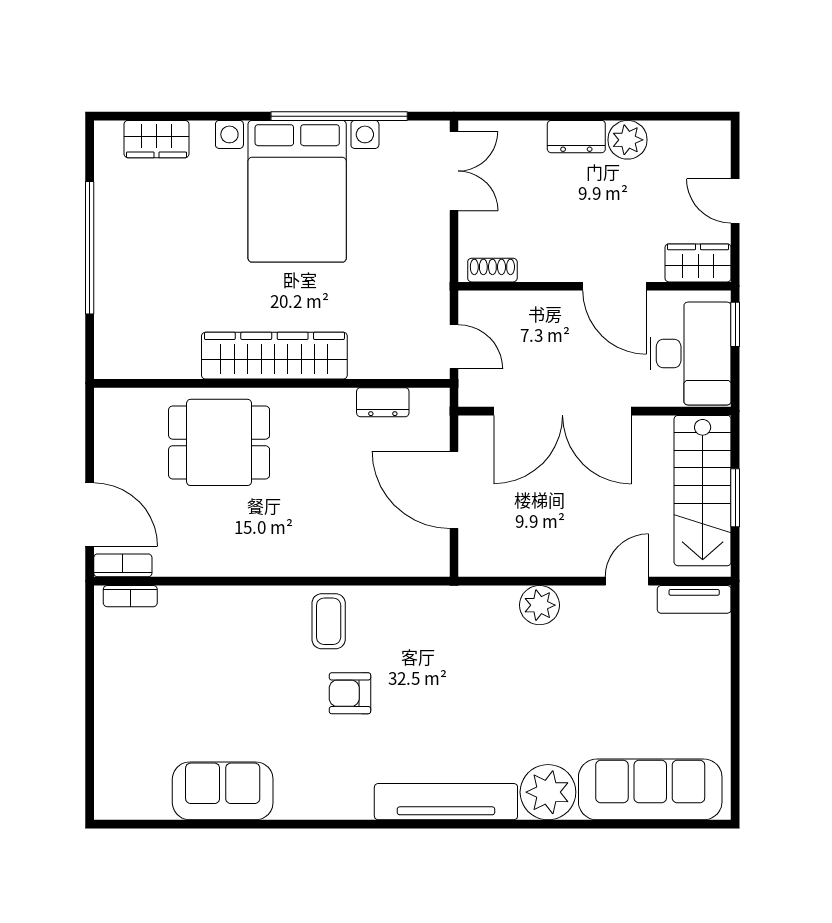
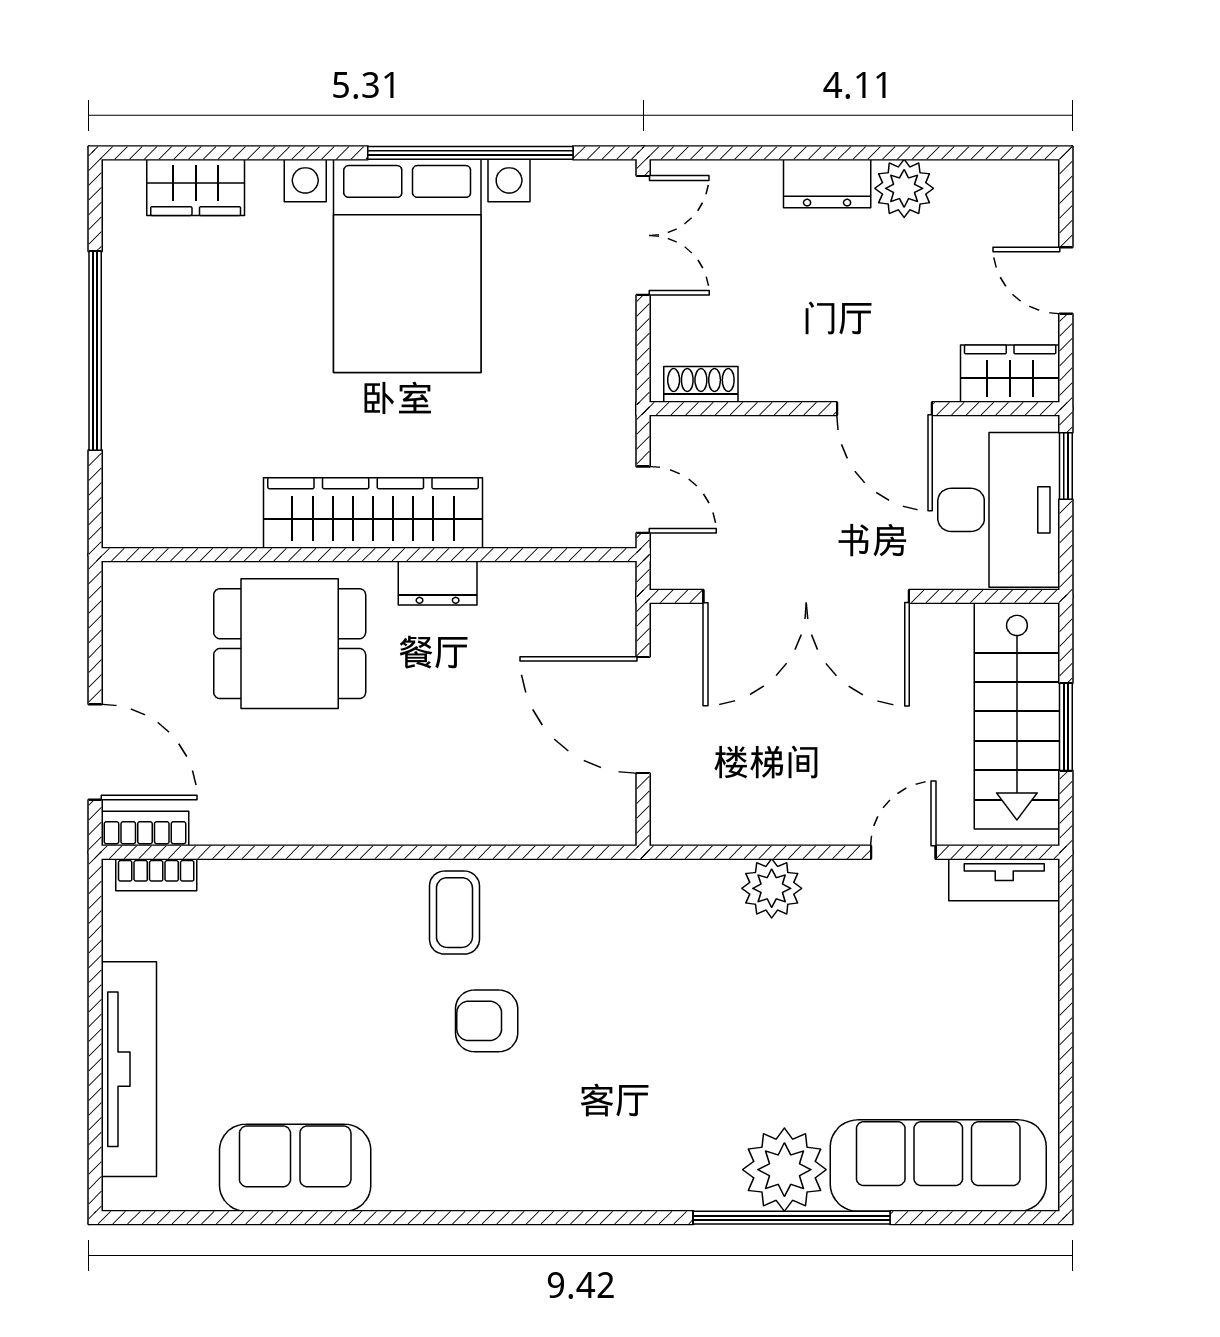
dresser: (383, 402) -> (438, 583), moved
tv unit: (446, 802) -> (129, 1069), moved, turned 90
window: (553, 824) -> (792, 1218), added

